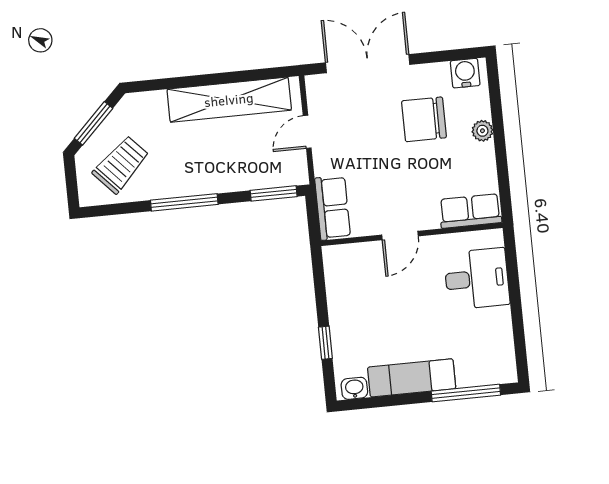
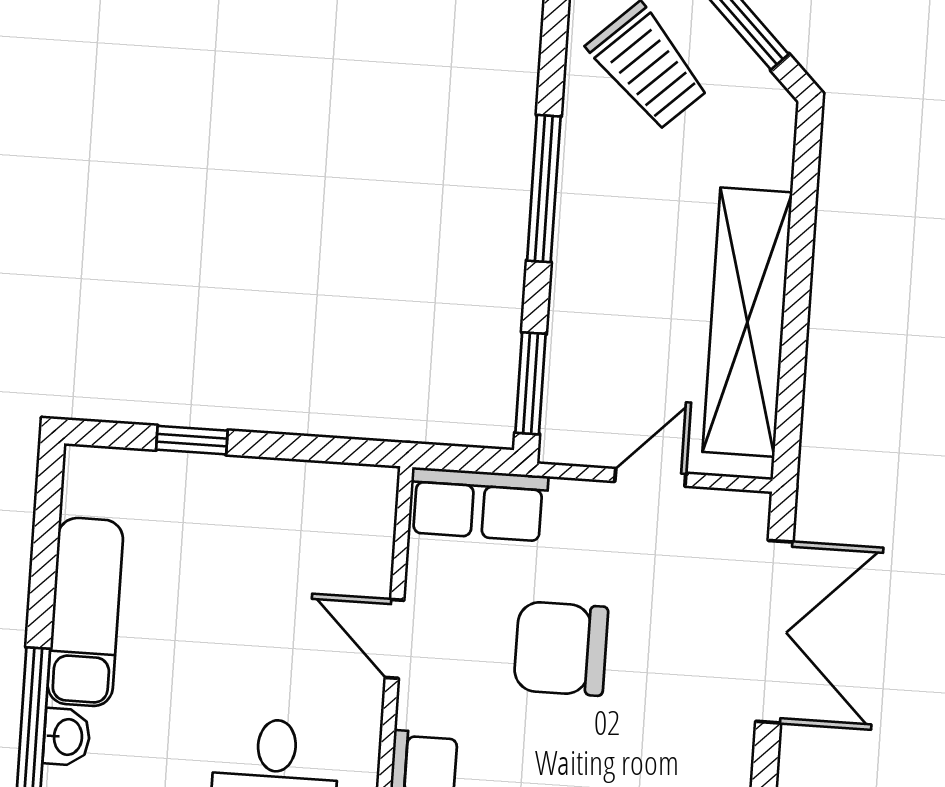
chair: (424, 119) -> (561, 649), moved, turned -90
door: (307, 132) -> (650, 477), hinge flipped
washbasin: (354, 388) -> (67, 737), moved

